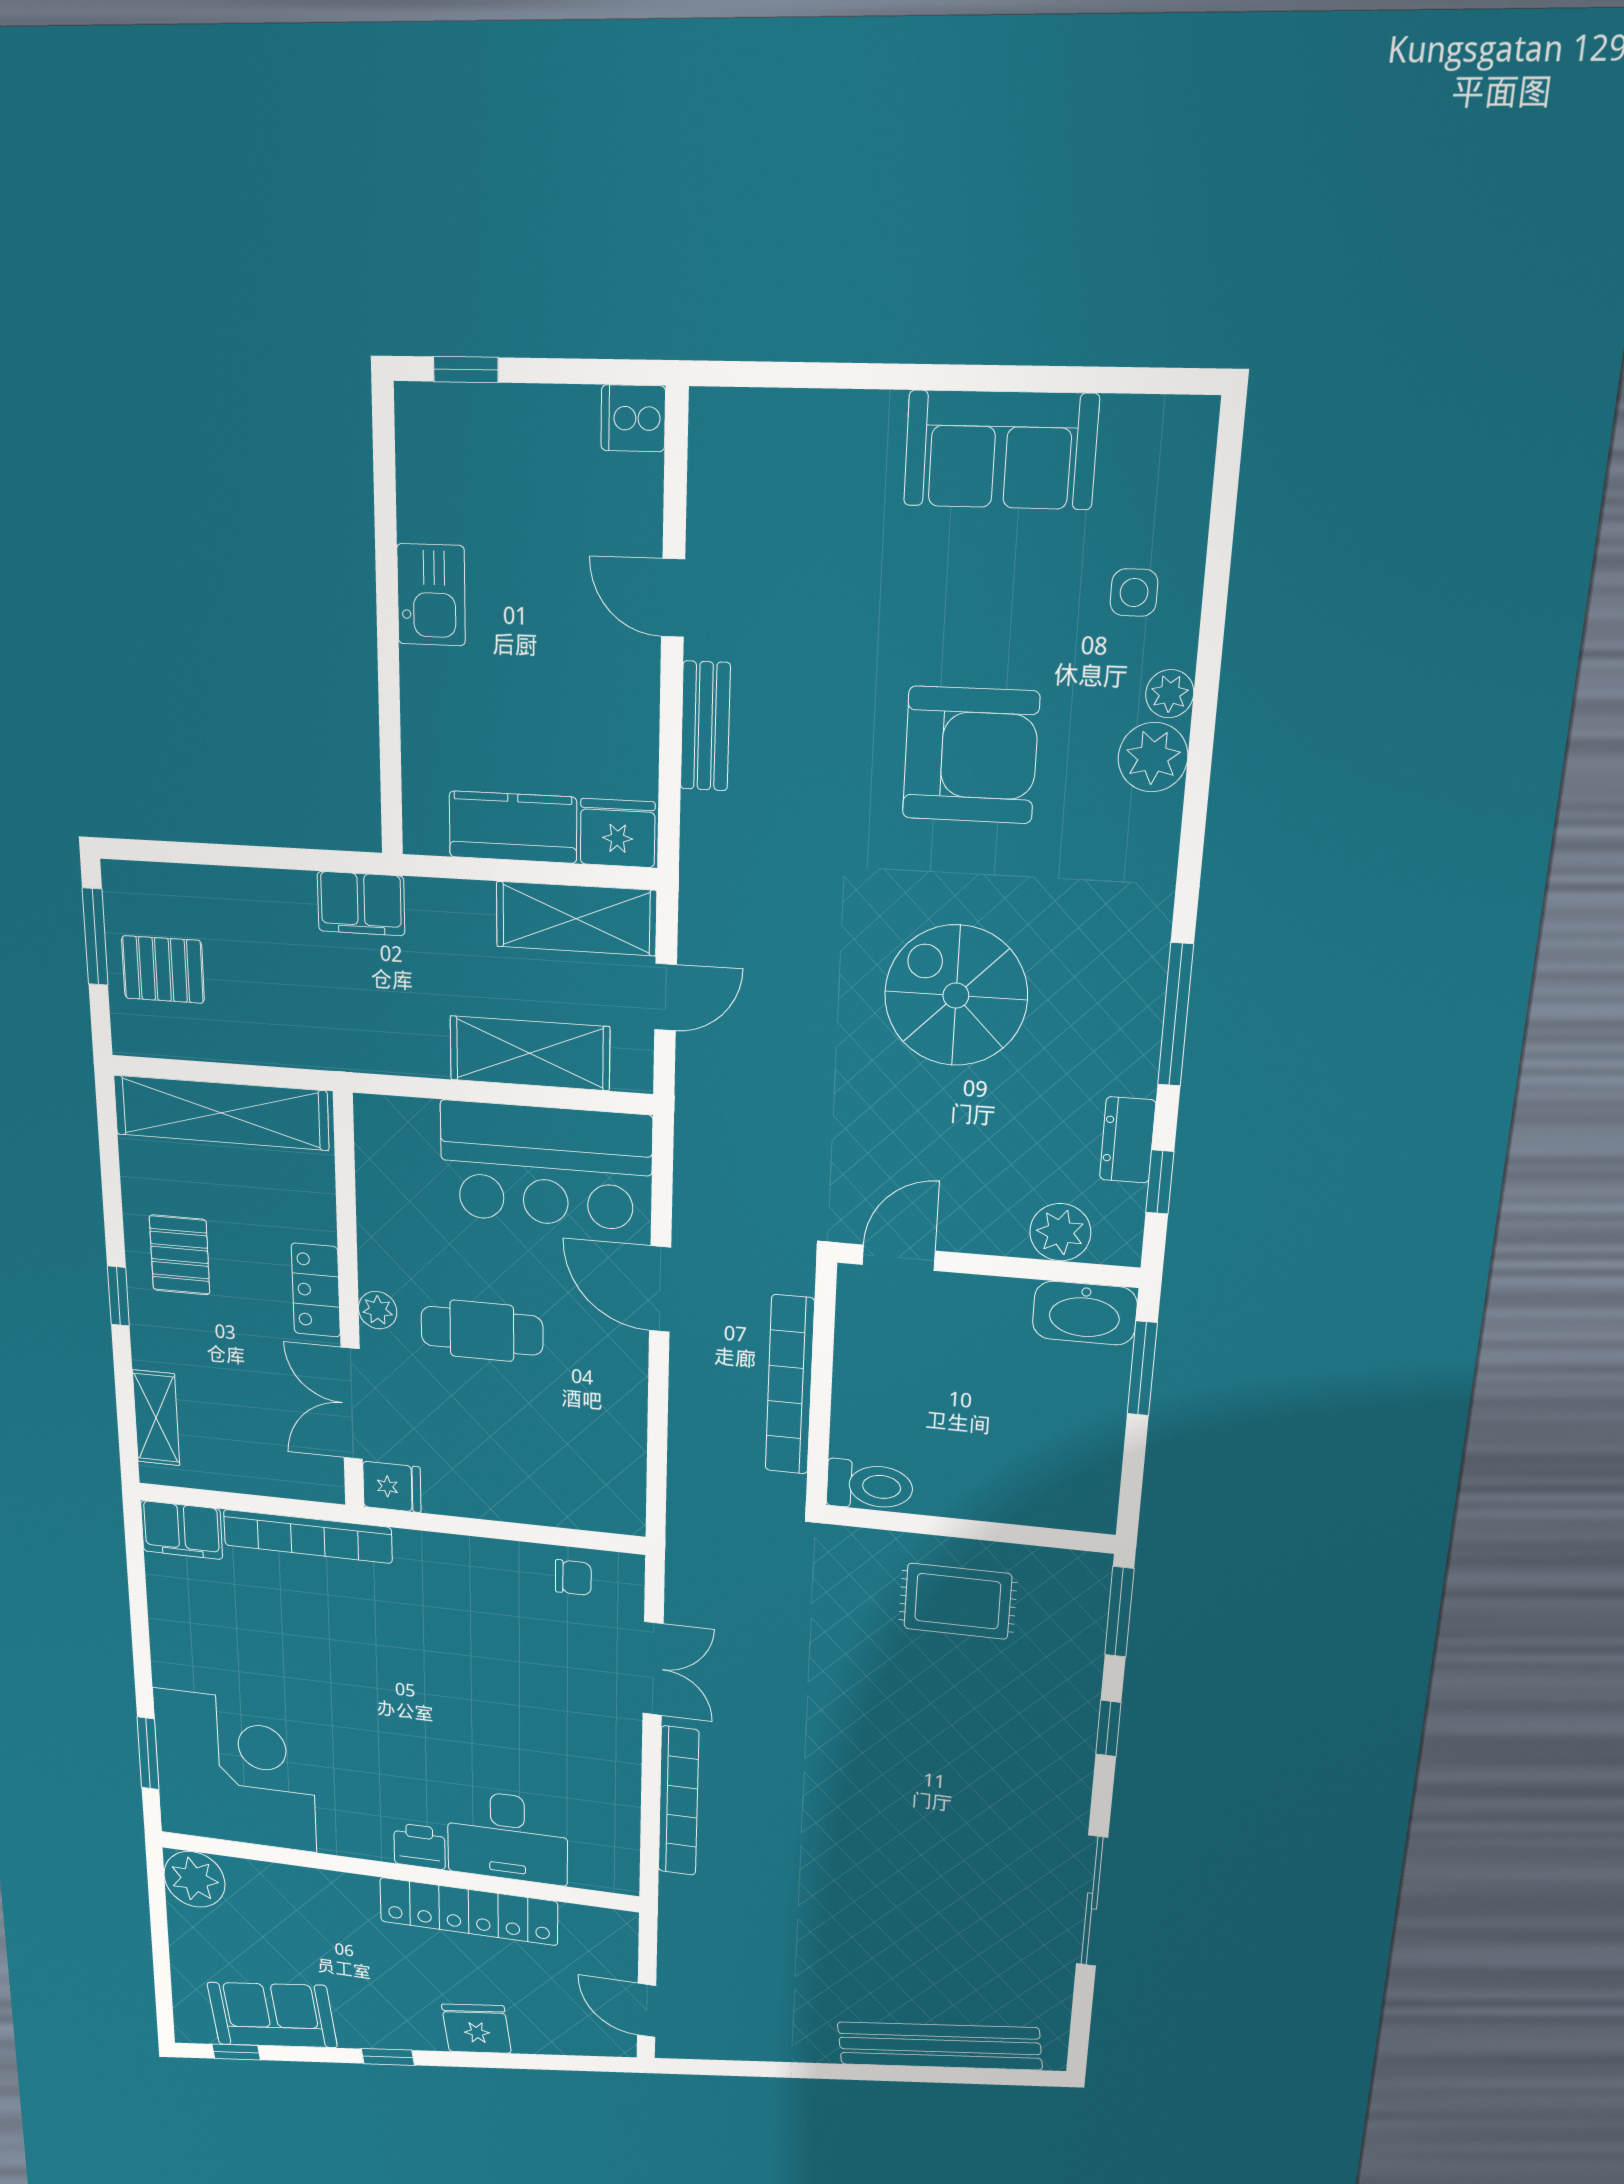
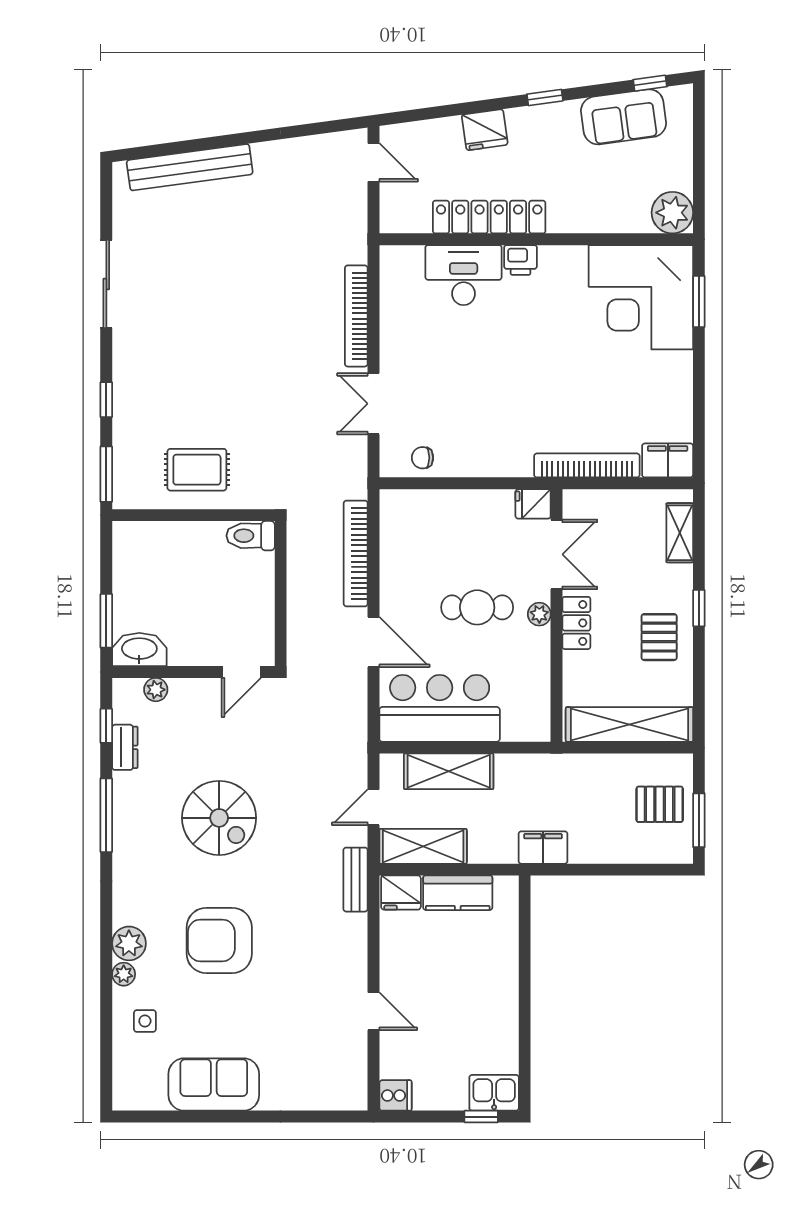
kitchen sink: (431, 595) -> (494, 1093), moved, turned 90
bench: (705, 726) -> (356, 880), moved
plant: (1060, 1232) -> (156, 690), width x0.73, depth x0.73
bookcase: (790, 1385) -> (356, 553), moved, turned 180

